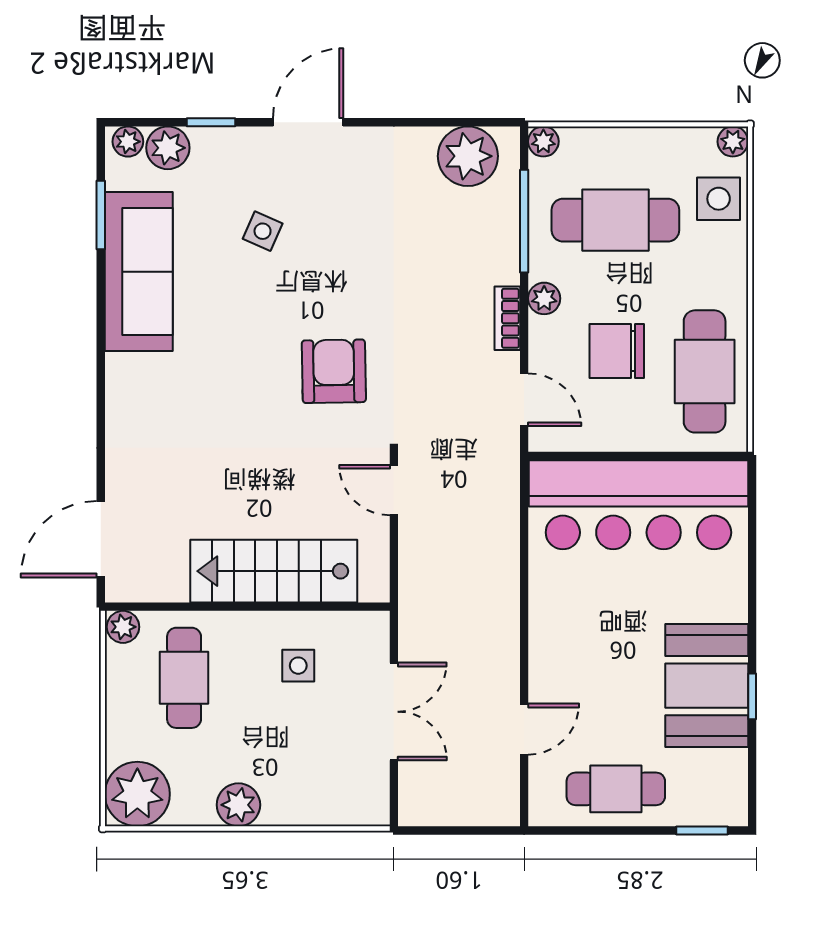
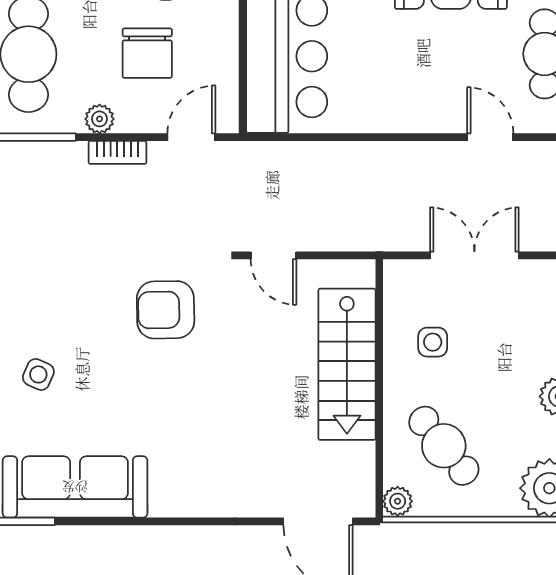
door: (394, 490) -> (273, 255), hinge flipped
cafe table: (184, 678) -> (444, 446), turned 51

